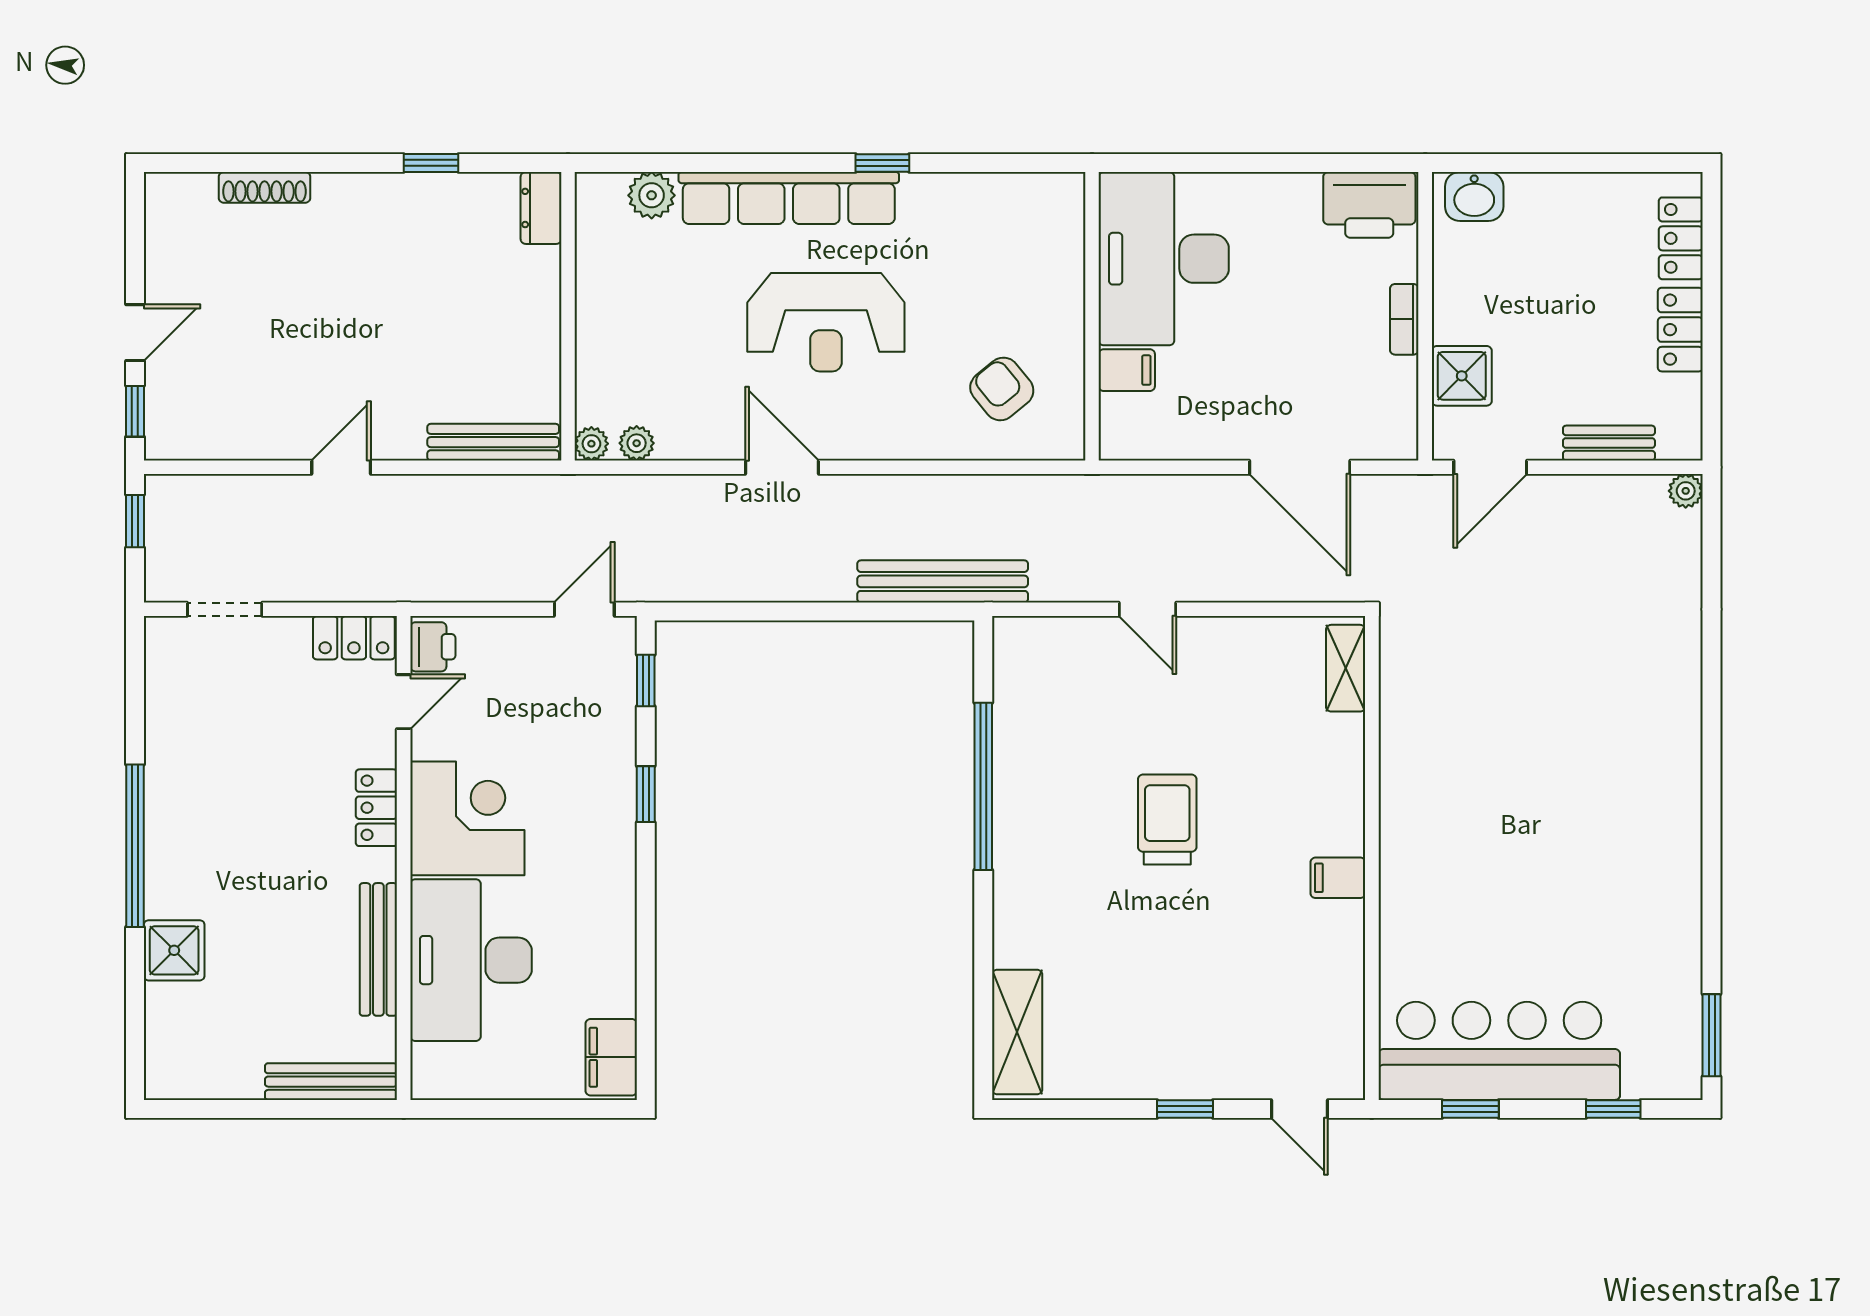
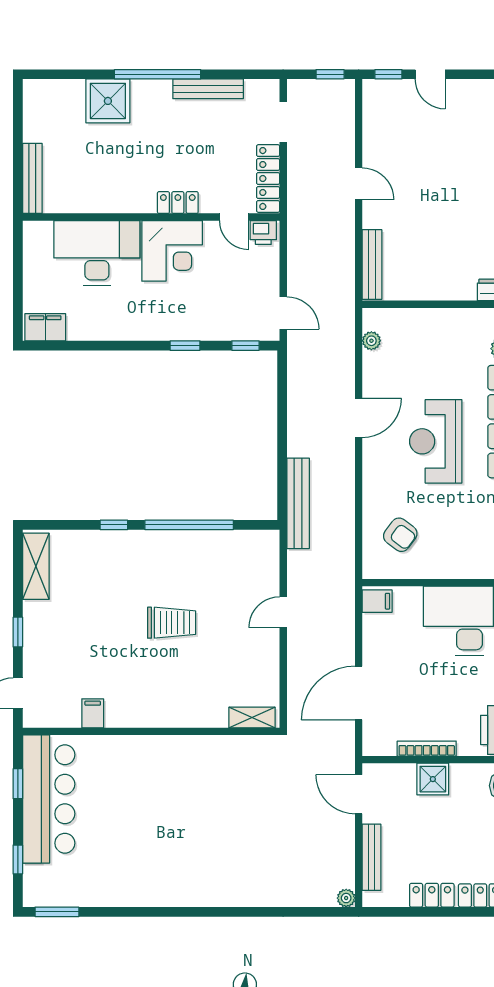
bookcase: (1404, 319) -> (427, 749), width x1.56
filing cabinet: (1127, 370) -> (377, 601), moved, turned -90
shower: (1462, 376) -> (433, 779), moved
armchair: (1002, 389) -> (400, 535), turned 76
bench: (1609, 443) -> (372, 857), width x1.36
plant: (591, 444) -> (371, 317), removed
locker: (354, 638) -> (268, 179), width x1.53
filing cabinet: (1338, 878) -> (93, 713), moved
window: (983, 928) -> (114, 525), added
bench: (378, 949) -> (208, 89), moved
shower: (174, 950) -> (108, 101), width x1.36, depth x1.36
shelving: (1017, 1032) -> (36, 566), moved, turned 90

